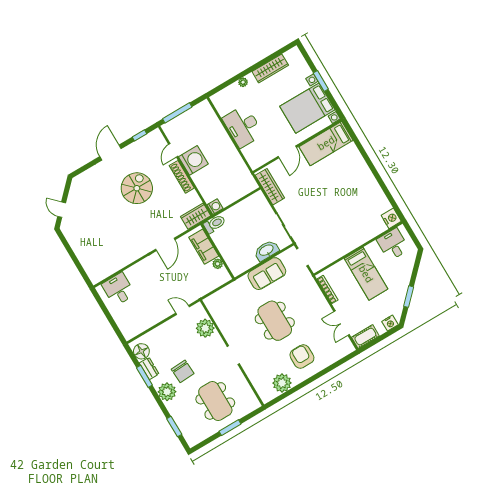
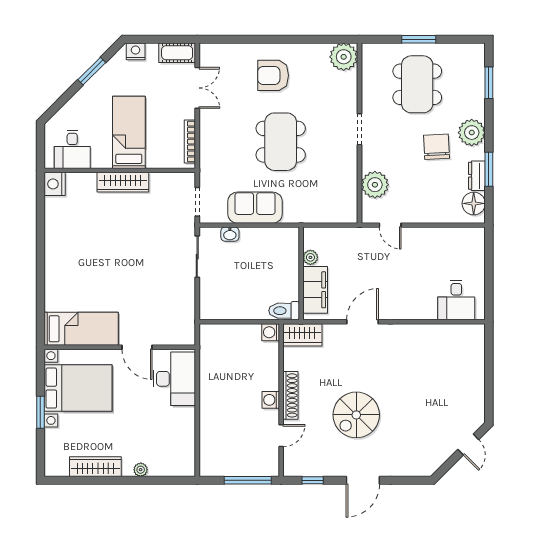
desk: (243, 126) -> (174, 379), moved
door: (287, 152) -> (137, 347), swing flipped
washing machine: (193, 160) -> (271, 400), width x0.53, depth x0.53
wardrobe: (270, 187) -> (123, 182), moved, turned -90
washbasin: (266, 250) -> (230, 234), width x0.52, depth x0.69
armchair: (302, 356) -> (273, 75), turned 90
plant: (282, 383) -> (344, 57), moved

